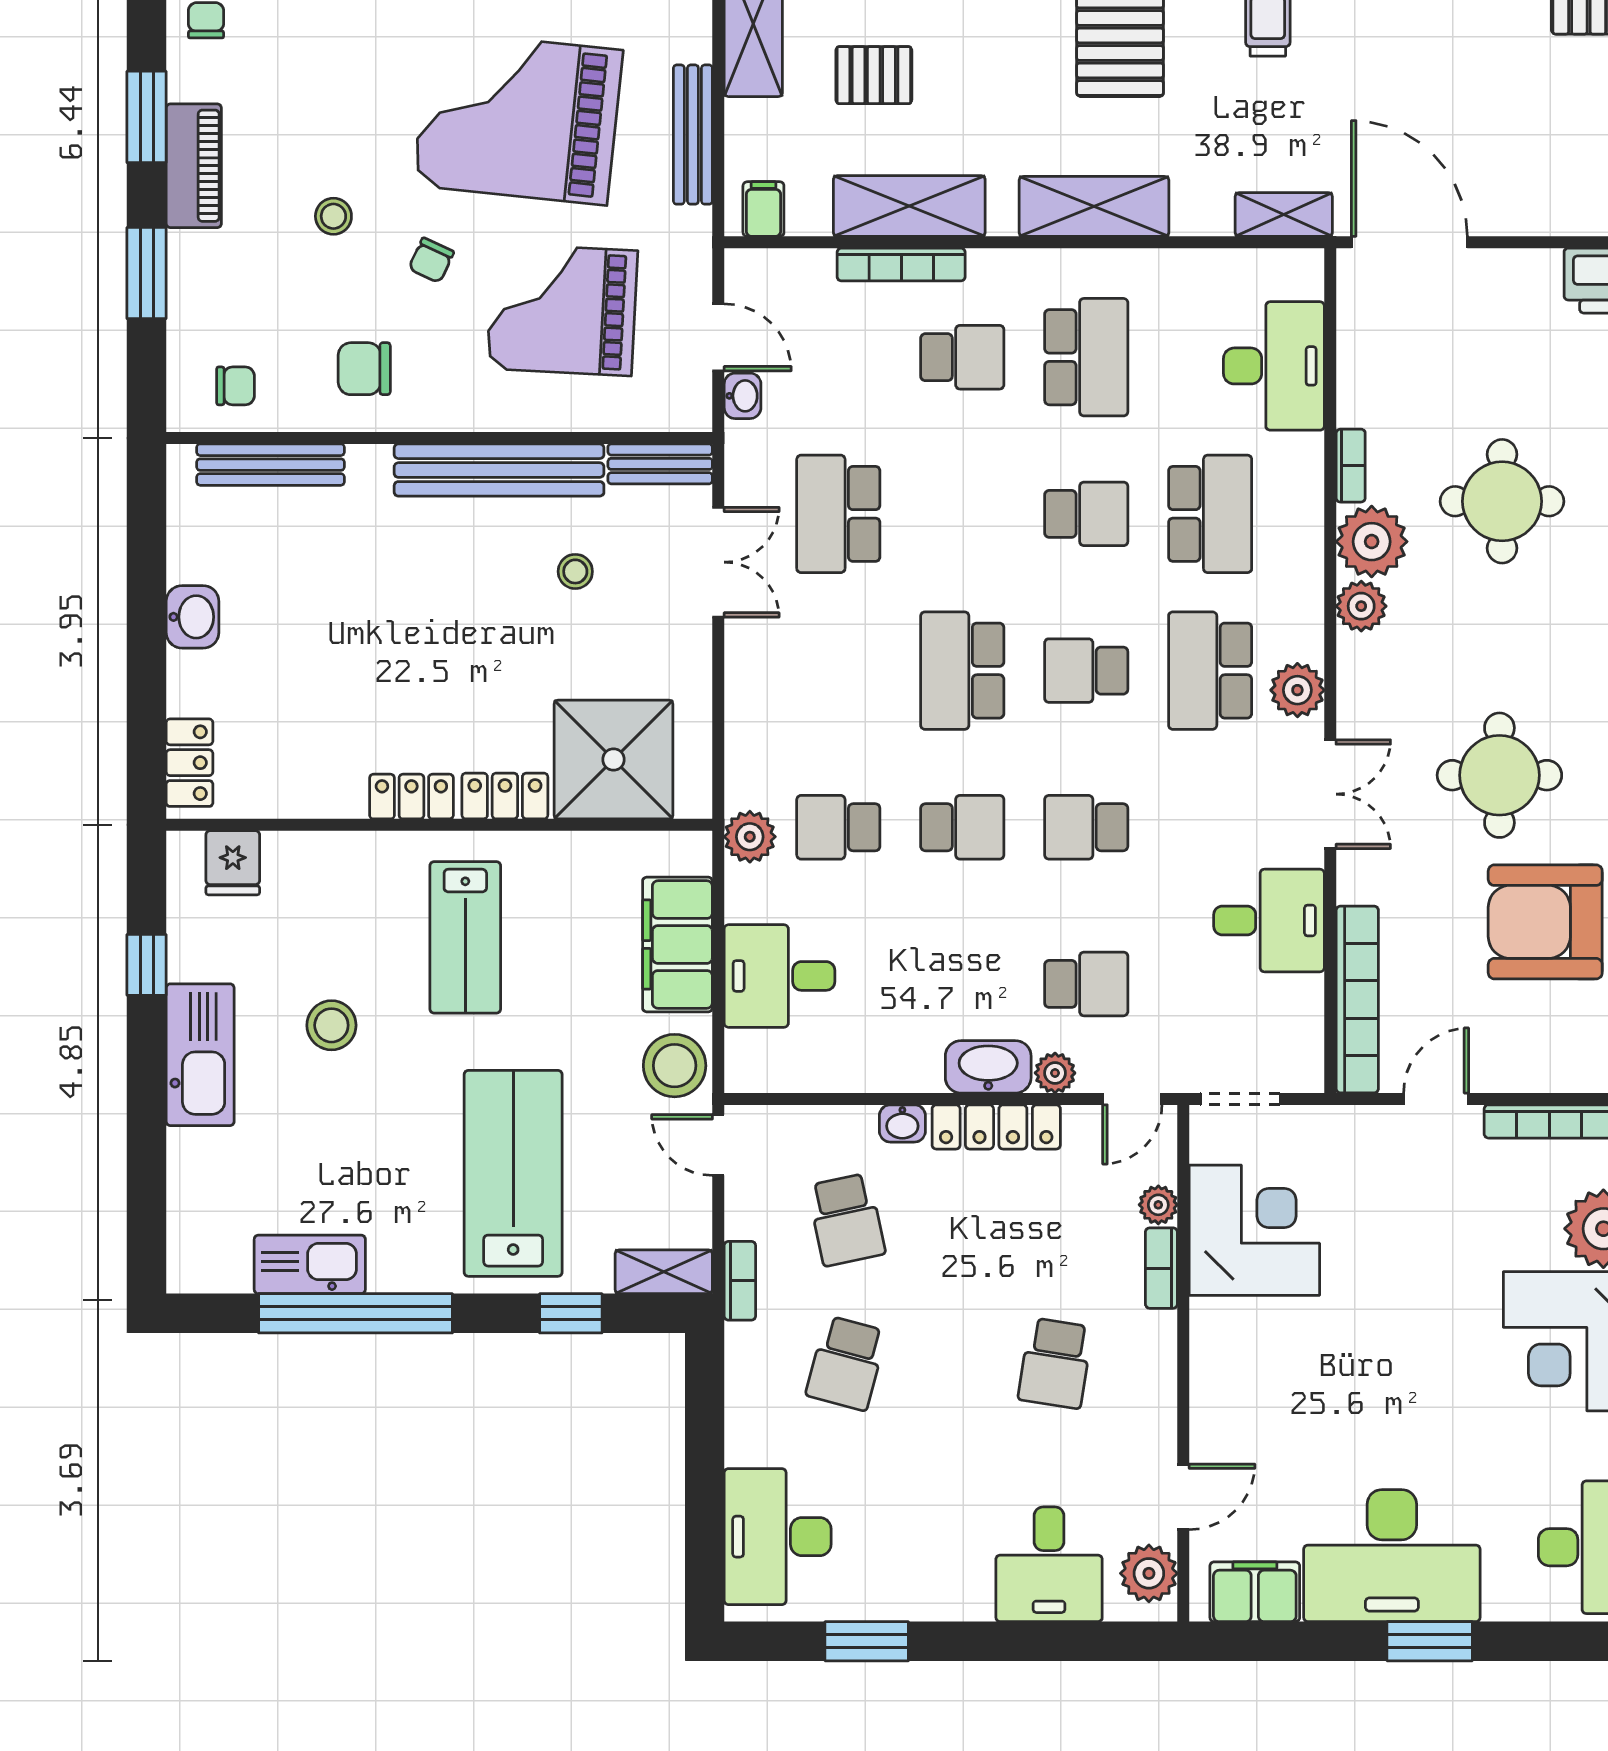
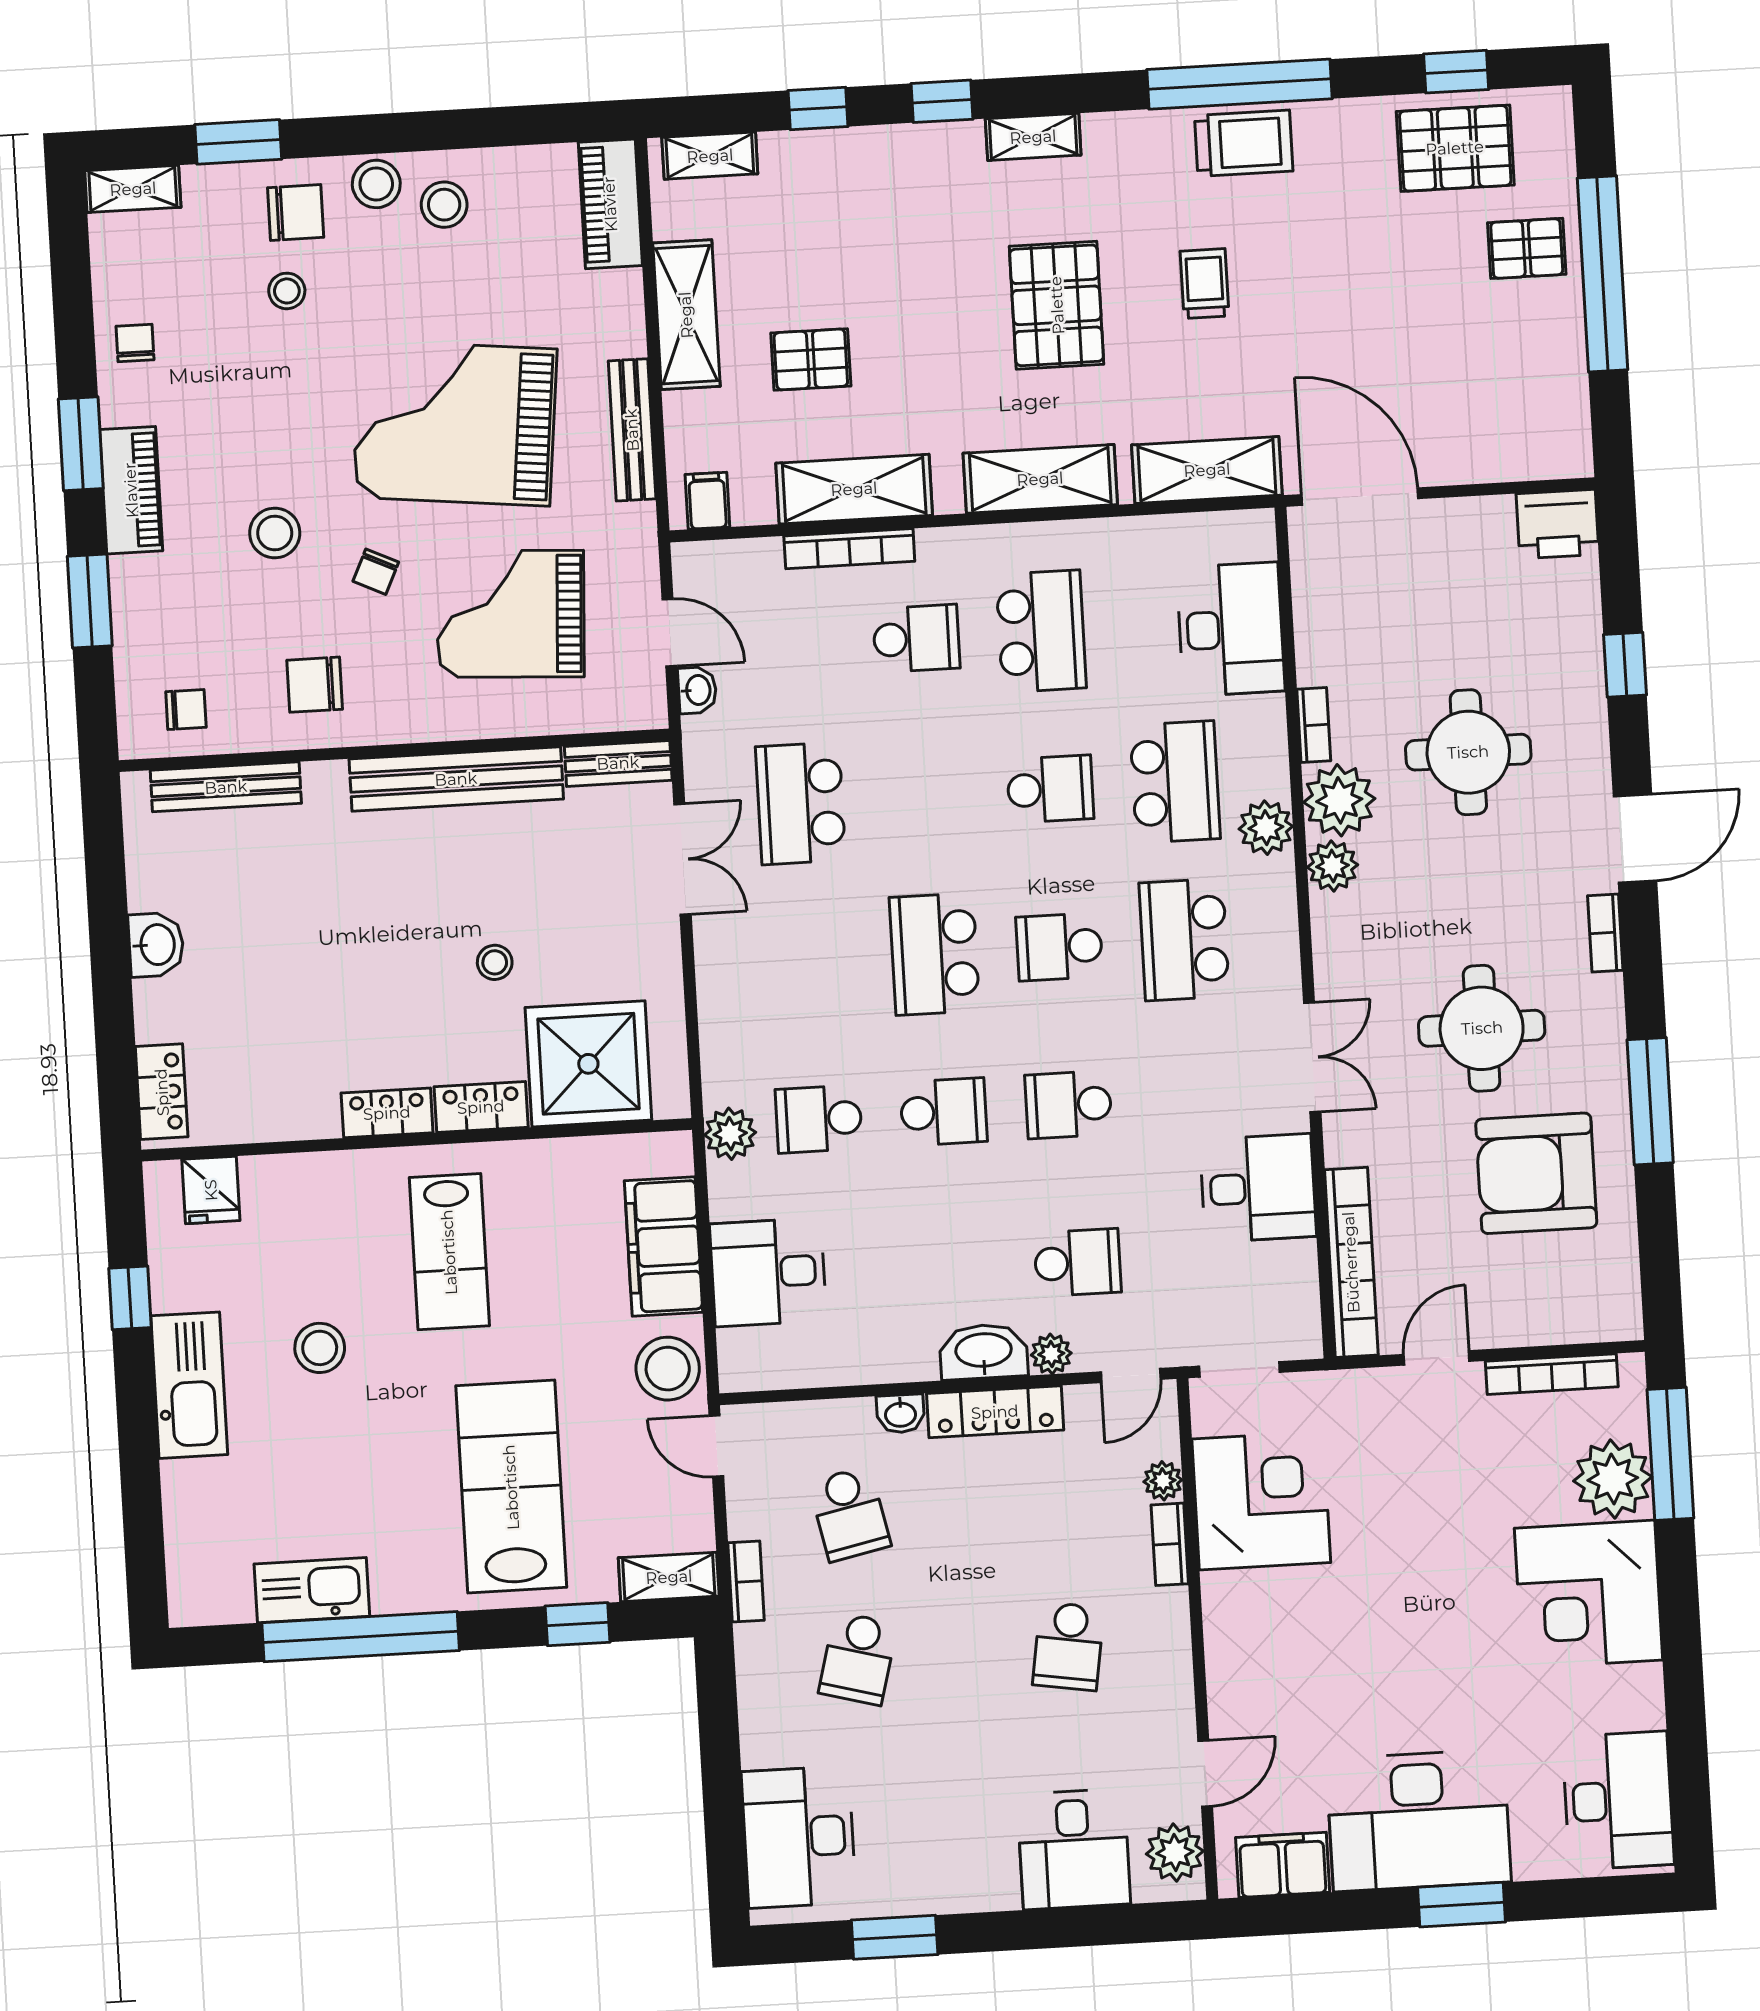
shelving: (1284, 214) -> (1207, 470), width x1.50, depth x1.33
stool: (333, 216) -> (275, 533), width x1.37, depth x1.37
stool: (575, 571) -> (495, 962), moved
plant: (1297, 690) -> (1266, 828), moved

